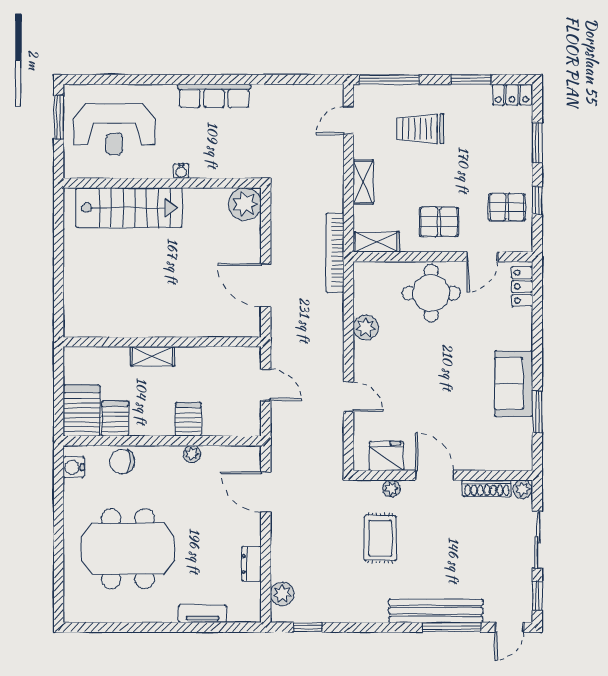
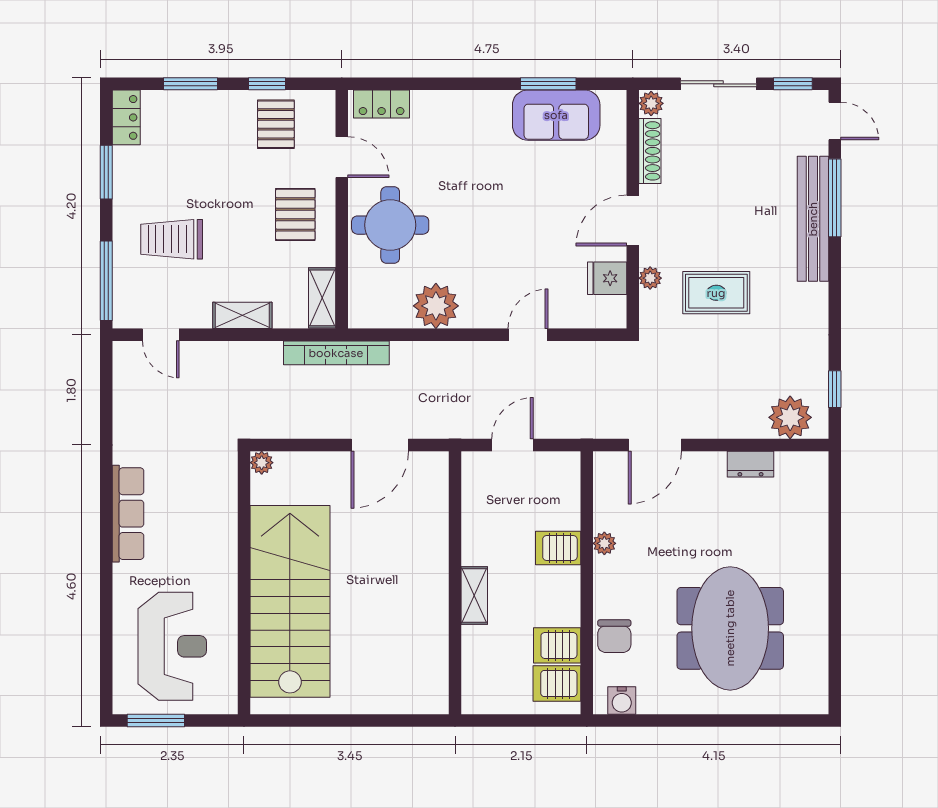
trolley: (420, 129) -> (172, 239), turned 90
water cooler: (181, 171) -> (228, 558), removed
plant: (245, 204) -> (262, 463), width x0.53, depth x0.53
stairs: (129, 208) -> (290, 601), width x1.36, depth x1.51
plant: (366, 327) -> (436, 306), width x1.36, depth x1.36
sofa: (514, 384) -> (556, 115), moved
server rack: (82, 411) -> (557, 683), width x0.73, depth x0.70
fridge: (386, 456) -> (607, 278), width x0.72
plant: (282, 594) -> (790, 417), width x1.36, depth x1.36
tv unit: (203, 614) -> (817, 529), removed

